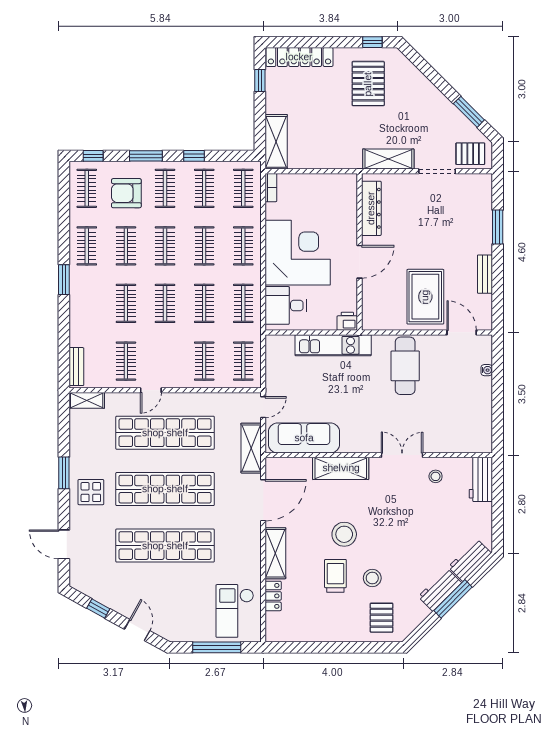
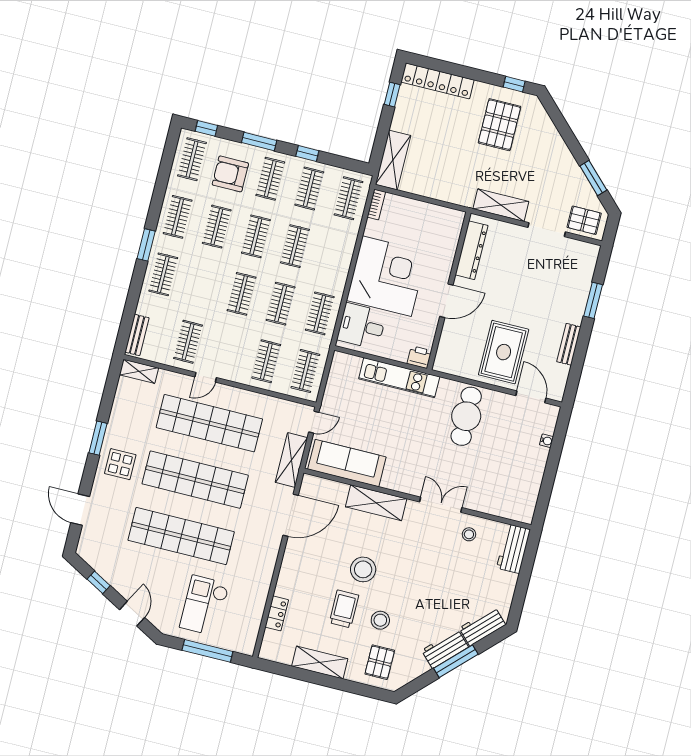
clothes rail: (243, 246) -> (334, 256), removed
clothes rail: (126, 303) -> (163, 274), moved
shelving: (275, 553) -> (320, 662), moved, turned 90
checkout: (235, 611) -> (204, 606), moved

